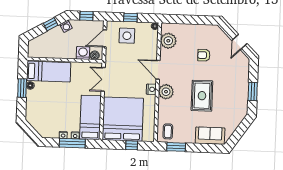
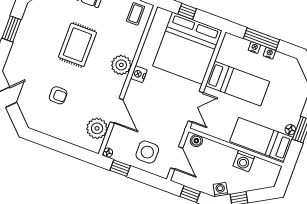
window: (130, 17) -> (120, 168), moved
door: (105, 38) -> (177, 158), hinge flipped
washing machine: (83, 53) -> (244, 161), moved
door: (158, 70) -> (117, 111), moved
bed: (90, 117) -> (238, 84), moved, turned -90

